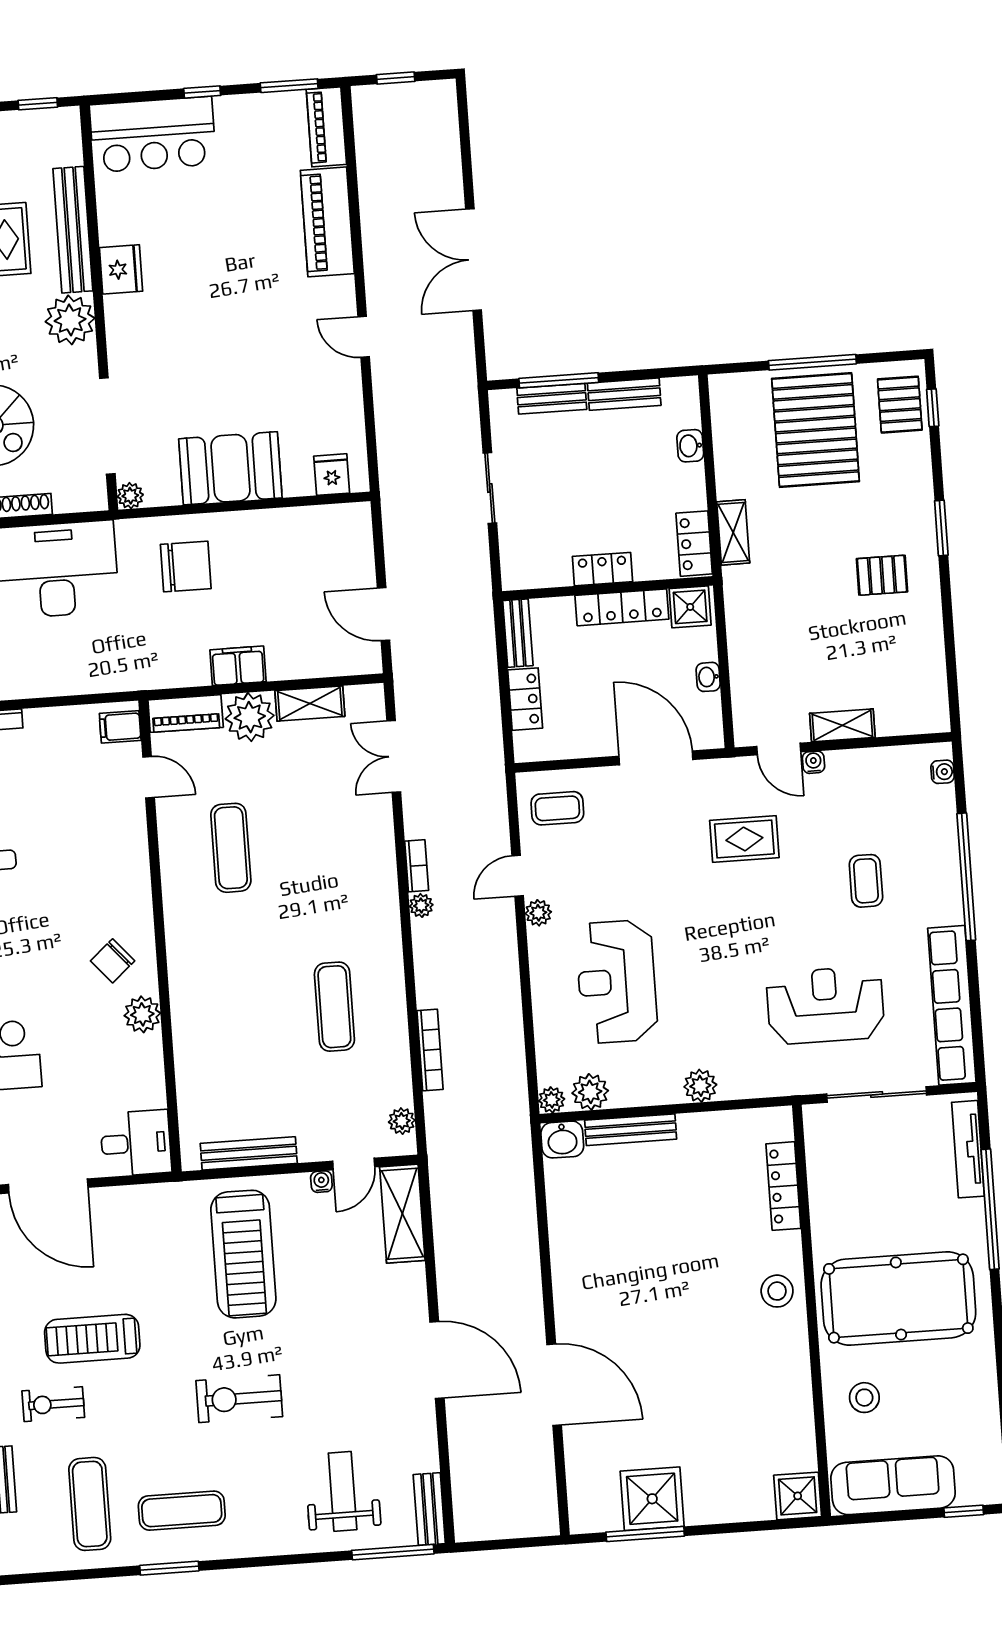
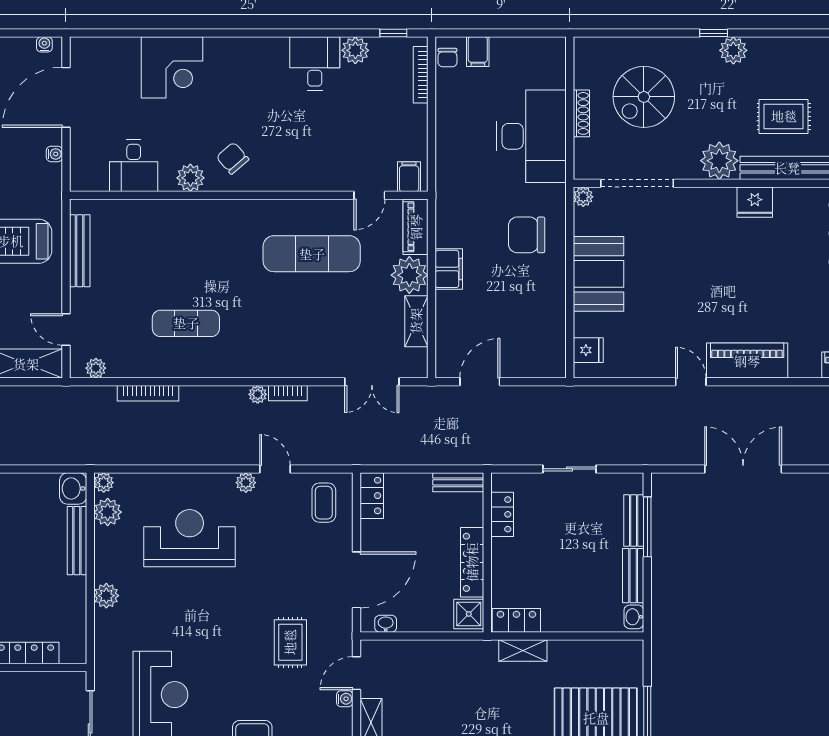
piano: (327, 222) -> (747, 361), moved
door: (364, 337) -> (691, 382), hinge flipped
washbasin: (690, 446) -> (634, 617), moved, turned -90
chair: (186, 567) -> (527, 235), turned 90
locker: (602, 569) -> (502, 514), moved
washbasin: (708, 677) -> (386, 624), moved
locker: (525, 699) -> (372, 496), moved, turned -90
double door: (394, 756) -> (372, 382), swing flipped
exercise mat: (231, 848) -> (312, 254), width x1.36, depth x1.45
desk: (136, 1143) -> (134, 166), moved
water cooler: (321, 1182) -> (54, 154), moved

